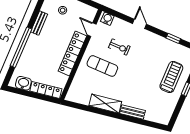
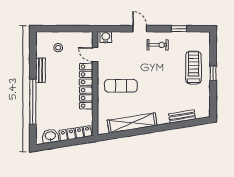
exercise bike: (119, 47) -> (158, 45), moved
shelving: (105, 104) -> (132, 123), width x1.47
bench: (133, 112) -> (182, 116), moved

